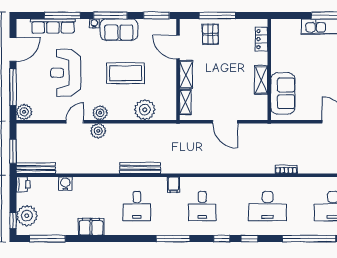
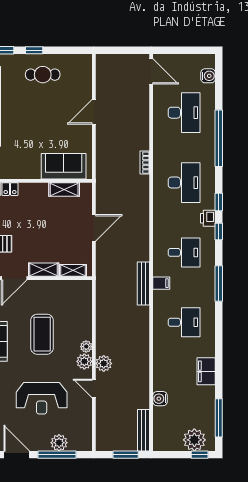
shelving: (261, 80) -> (64, 189), moved
plant: (145, 110) -> (86, 347), moved, width x0.53, depth x0.53
plant: (24, 112) -> (59, 443), moved
bench: (140, 168) -> (143, 284), moved
printer: (23, 184) -> (208, 218), moved, turned -90

